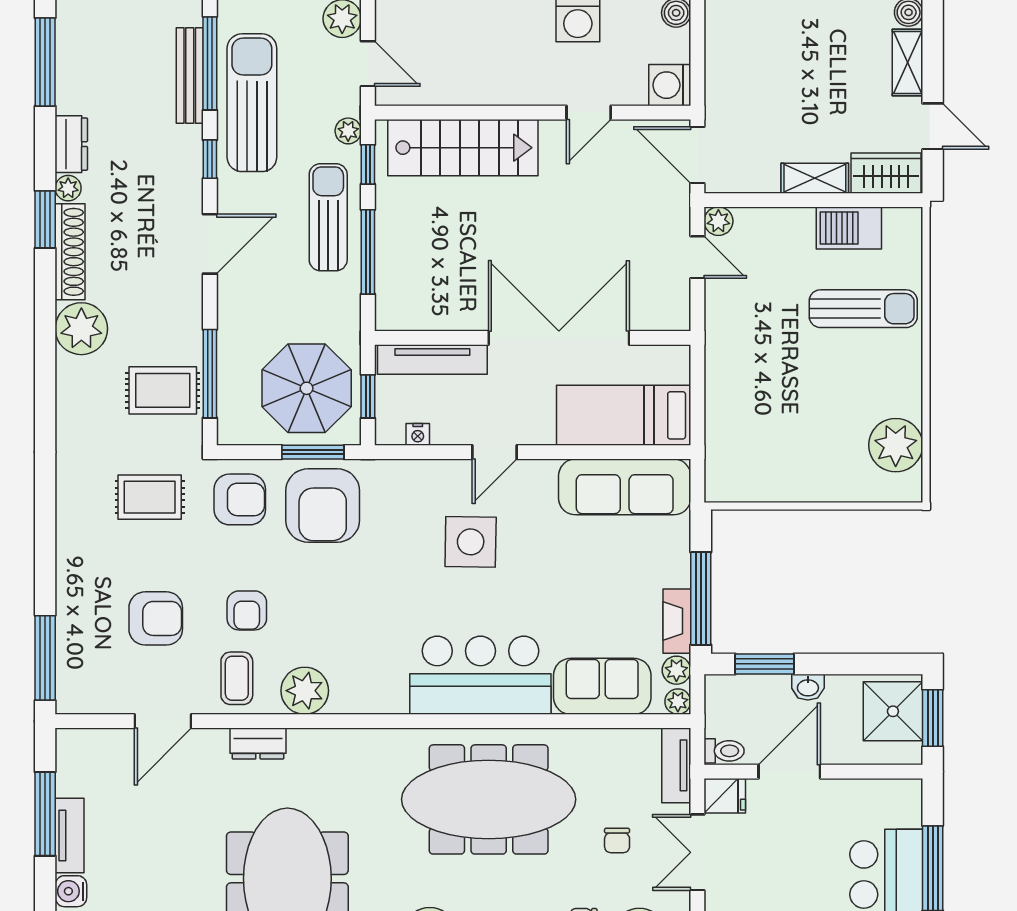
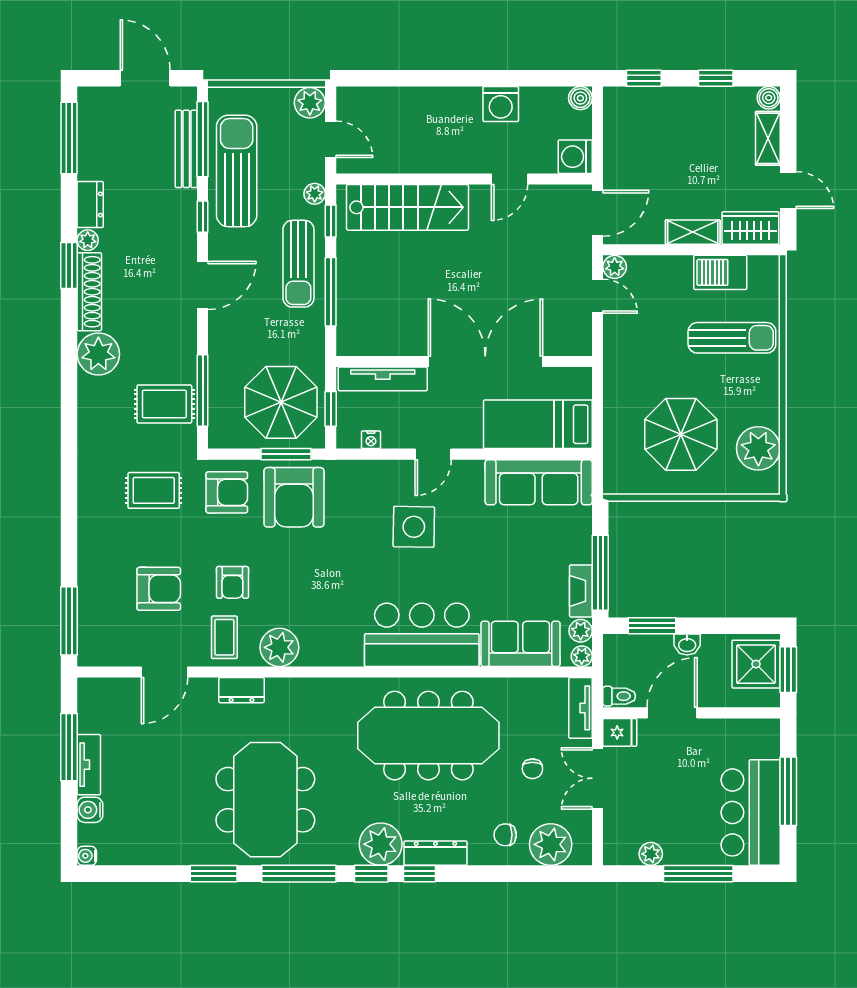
door: (697, 155) -> (598, 213), swing flipped
sun lounger: (328, 217) -> (298, 264), turned 180
parasol: (800, 428) -> (681, 434), added

